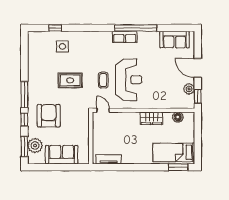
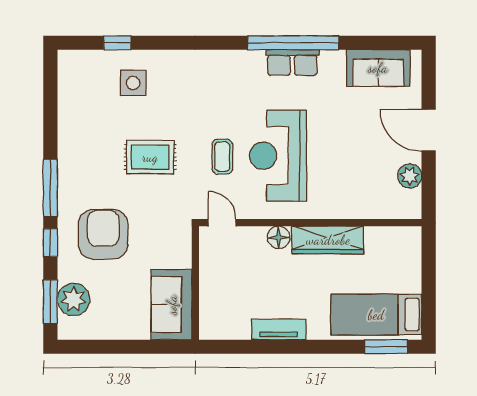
row of seats: (125, 37) -> (292, 62), moved
reception desk: (129, 80) -> (278, 156), turned 180
window: (198, 96) -> (429, 192), removed
floor lamp: (178, 117) -> (279, 237), moved
wardrobe: (151, 118) -> (328, 240), width x1.50
sofa: (62, 155) -> (172, 305), moved, turned -90
tv unit: (109, 159) -> (279, 329), moved

